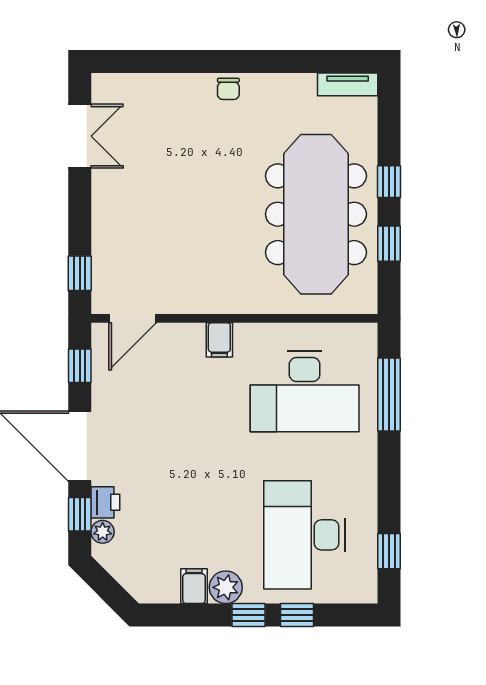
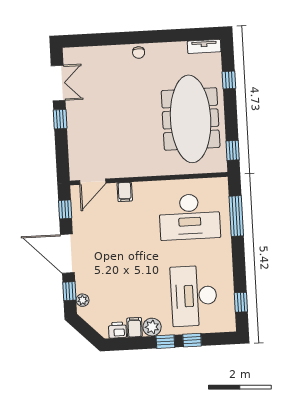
window: (389, 182) -> (229, 80), moved
window: (389, 244) -> (233, 150), moved
window: (80, 273) -> (60, 119), moved
filing cabinet: (219, 340) -> (125, 192), moved
printer: (105, 502) -> (117, 330), moved, turned -90

